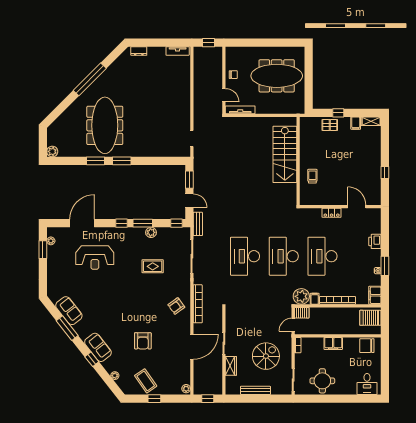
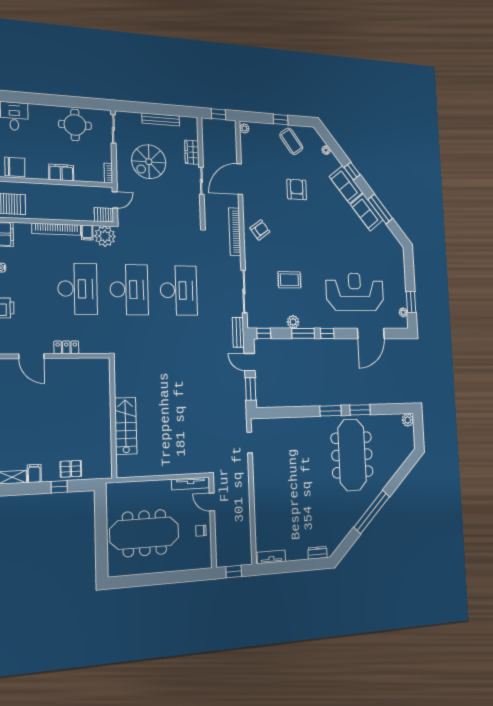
stairs: (285, 154) -> (126, 426), width x0.73, depth x0.66
trolley: (312, 176) -> (93, 397), removed
reception desk: (95, 257) -> (355, 292), width x1.36, depth x1.30
sofa: (69, 311) -> (367, 212), moved

